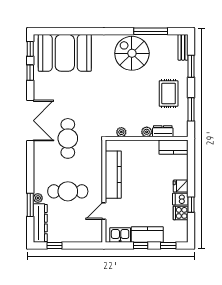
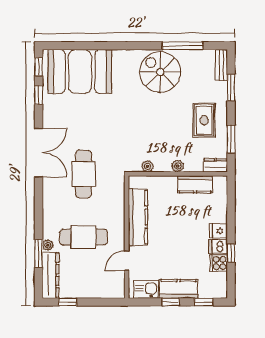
dresser: (163, 131) -> (215, 165), moved
kitchen counter: (174, 147) -> (195, 184), moved

